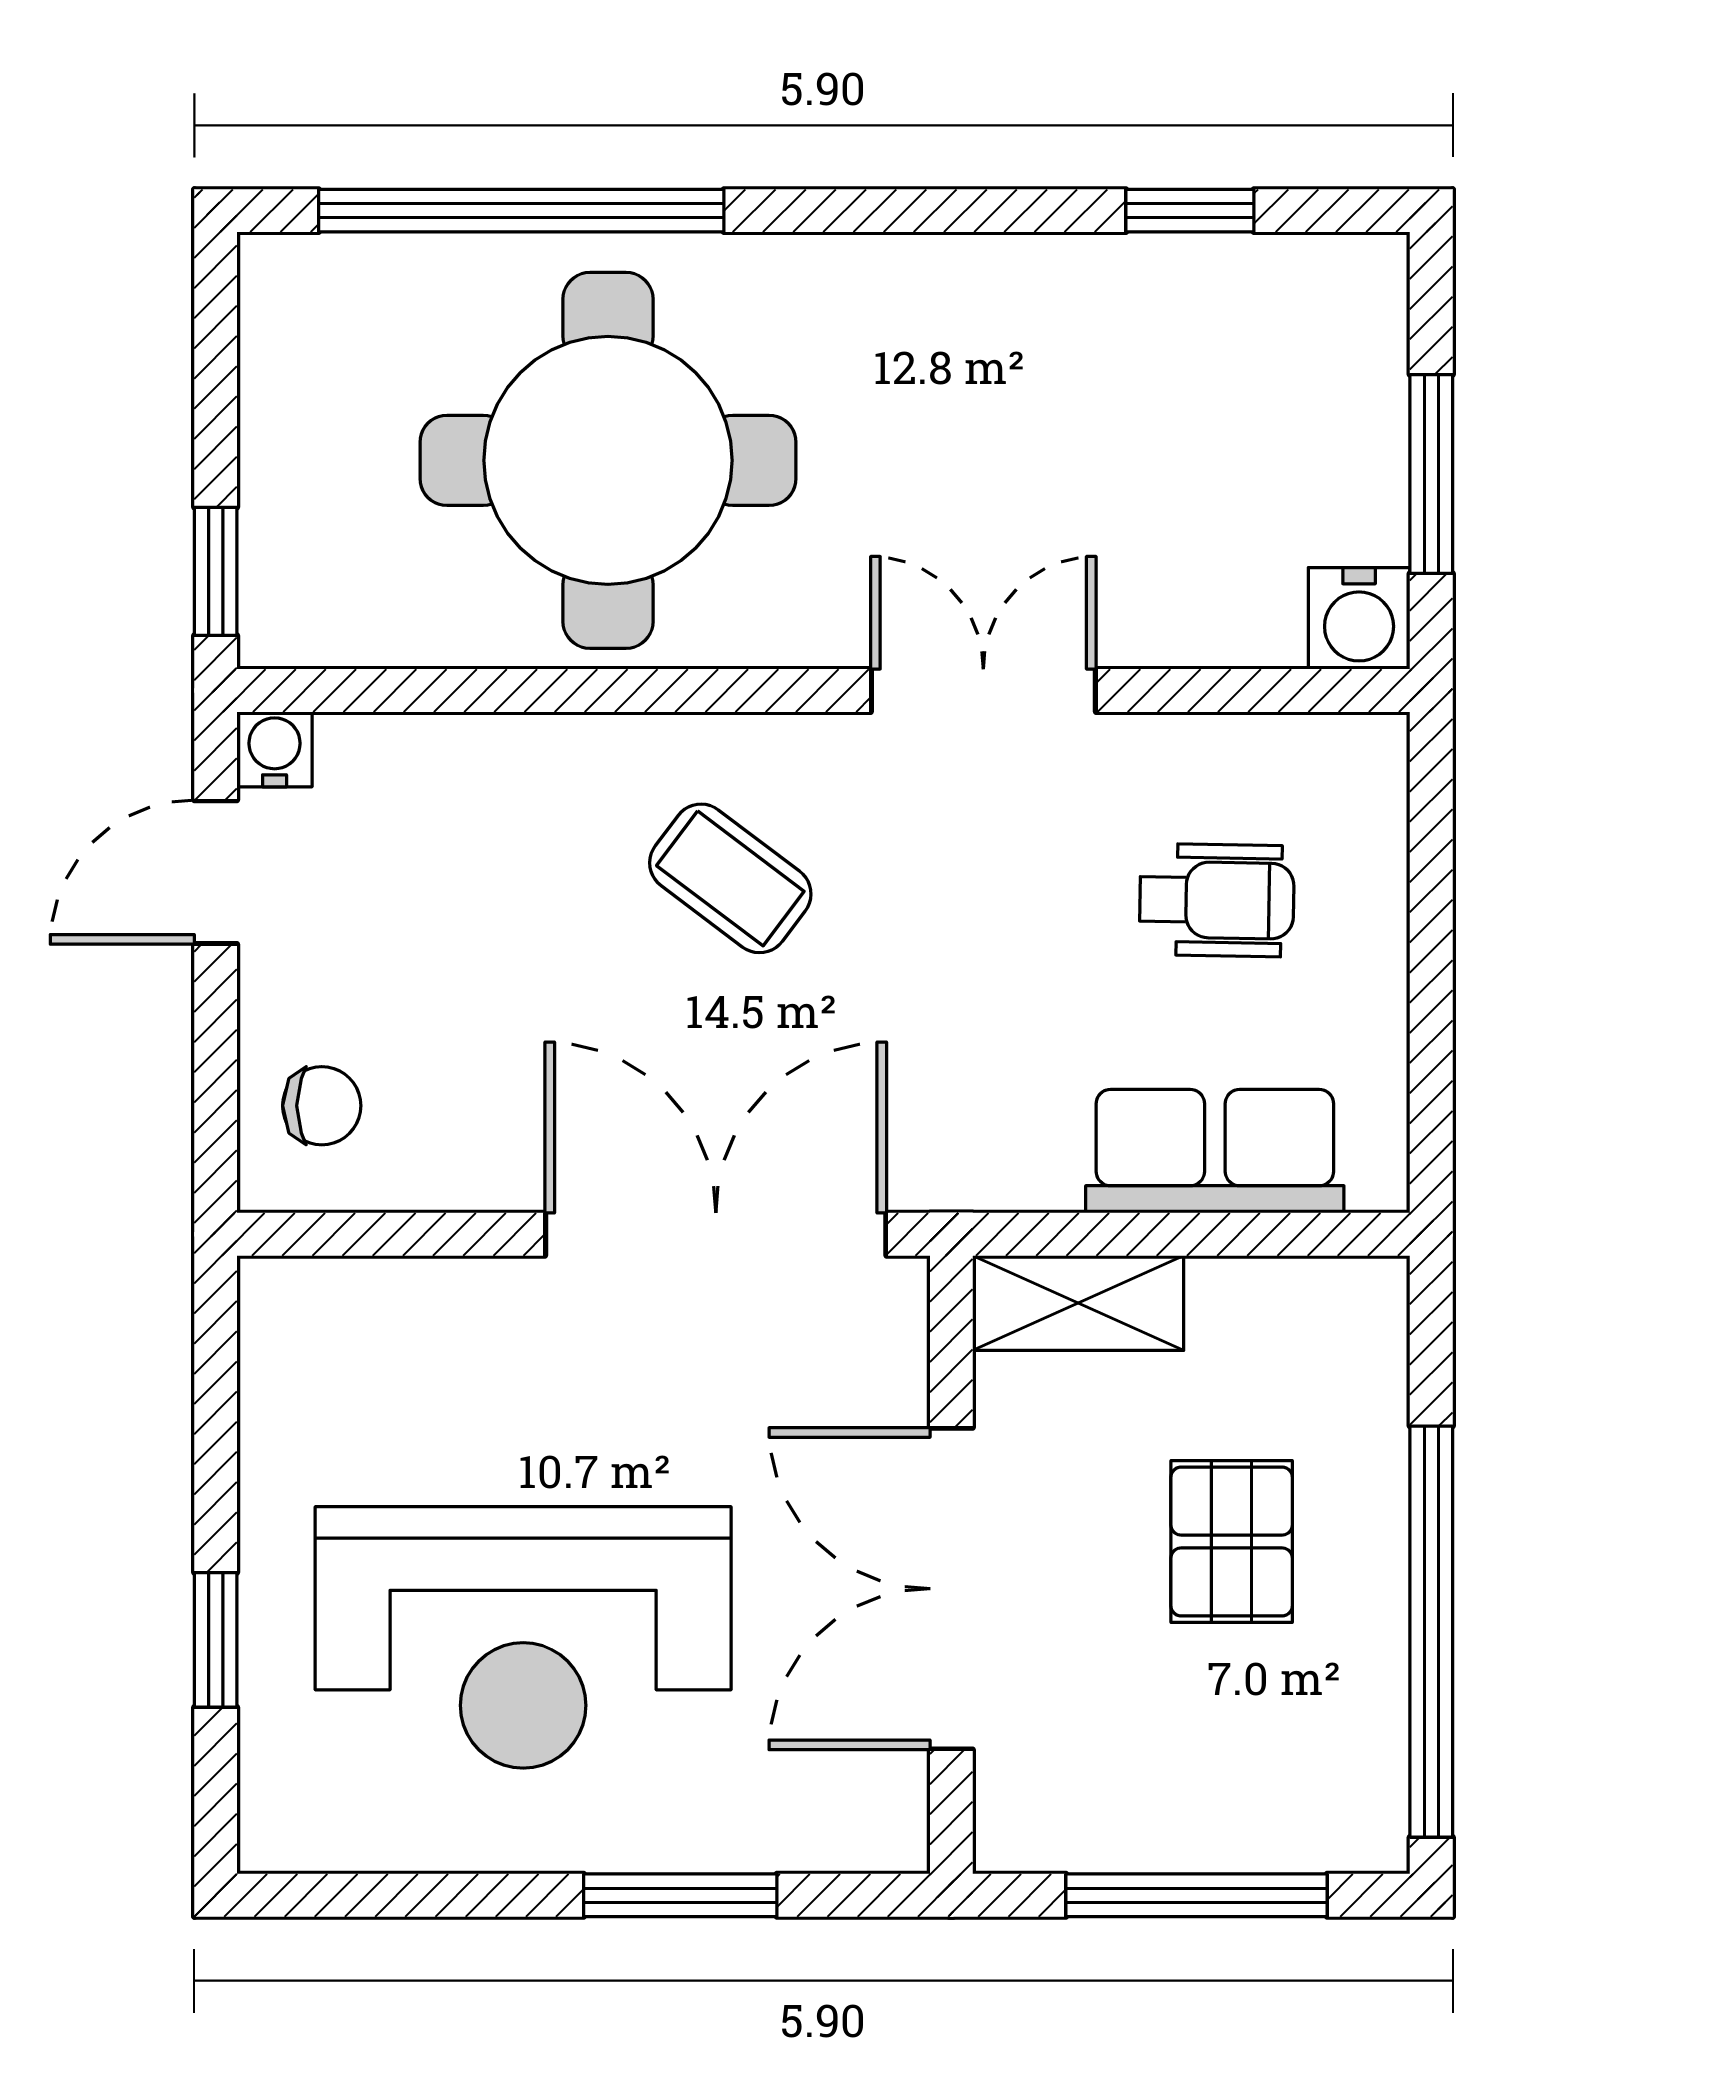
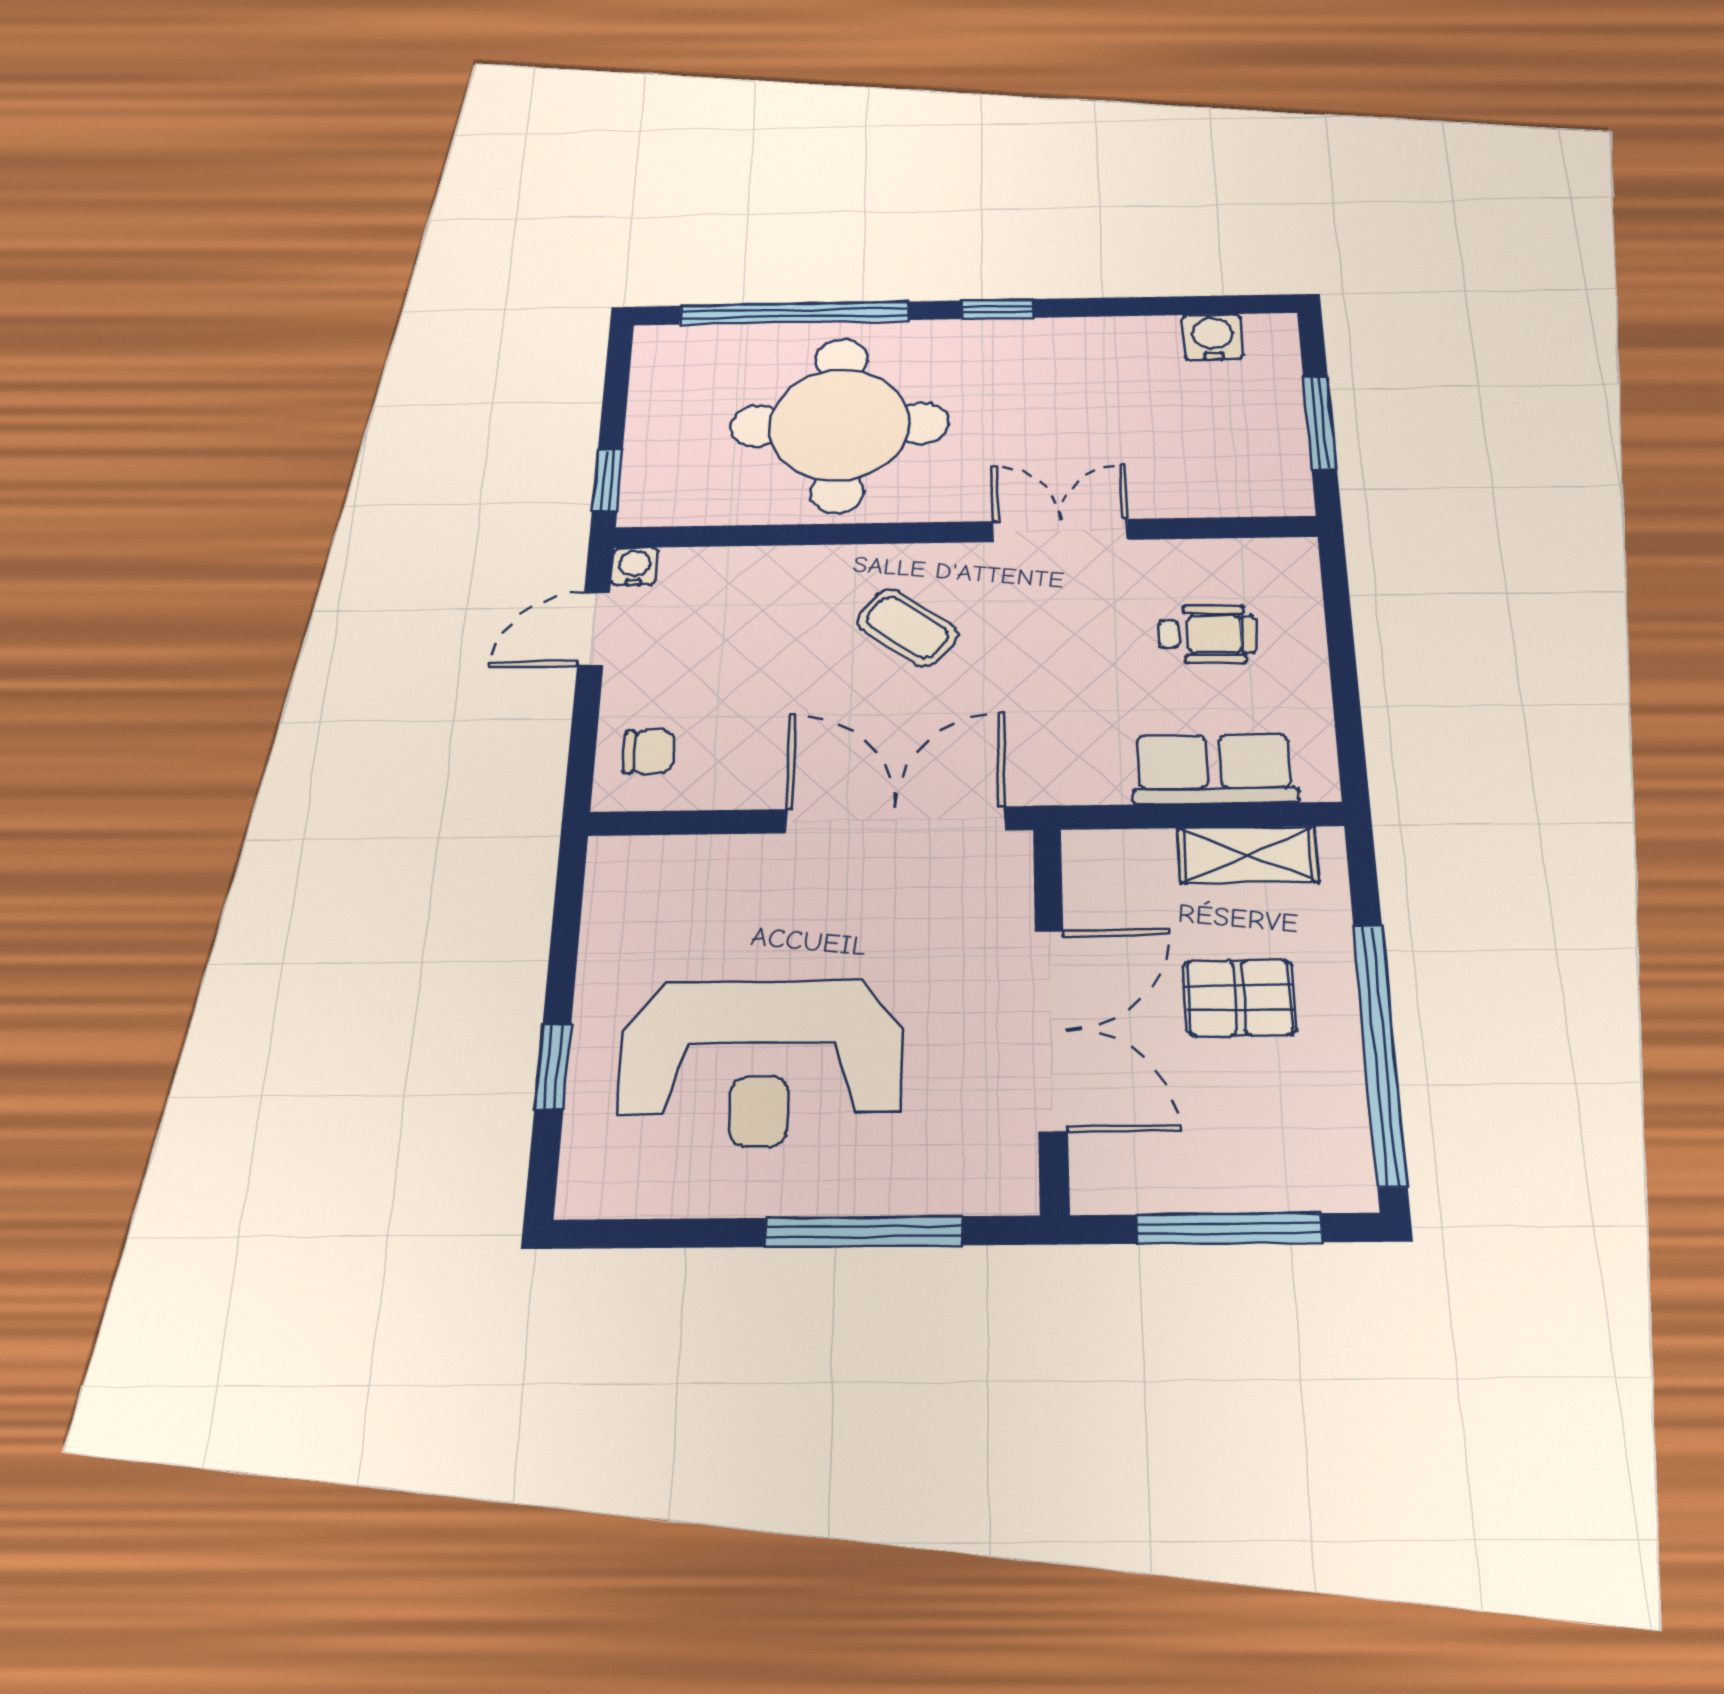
window: (1190, 211) -> (997, 309), moved
water cooler: (1359, 618) -> (1213, 337), moved, turned 180
shelving: (1078, 1303) -> (1248, 855), moved
pallet: (1232, 1542) -> (1239, 998), turned 90
double door: (951, 1589) -> (1051, 1029), swing flipped
window: (680, 1895) -> (864, 1232), width x1.44

